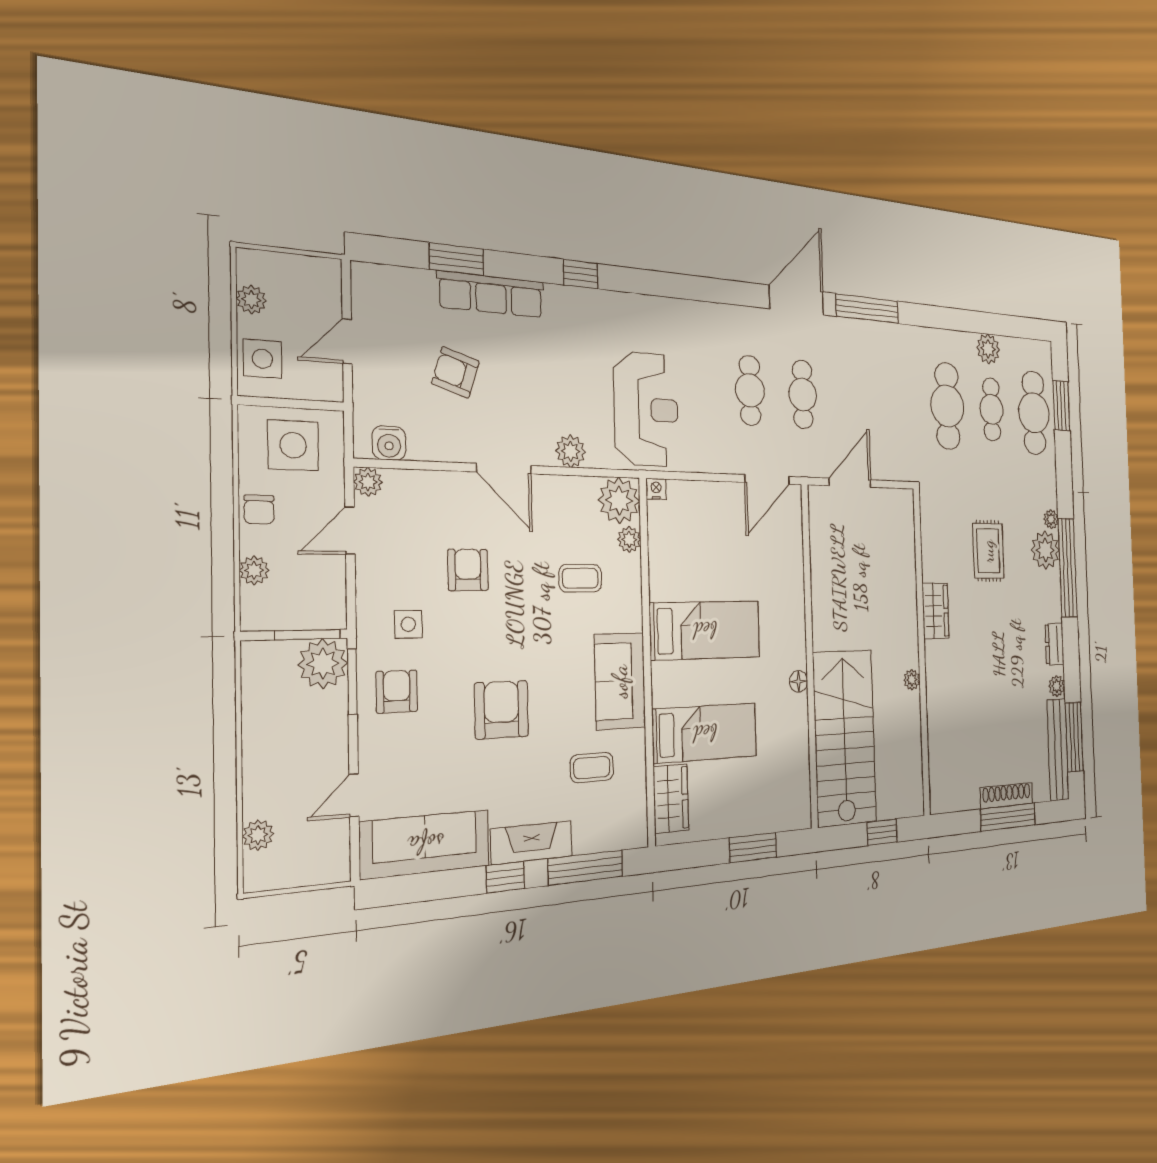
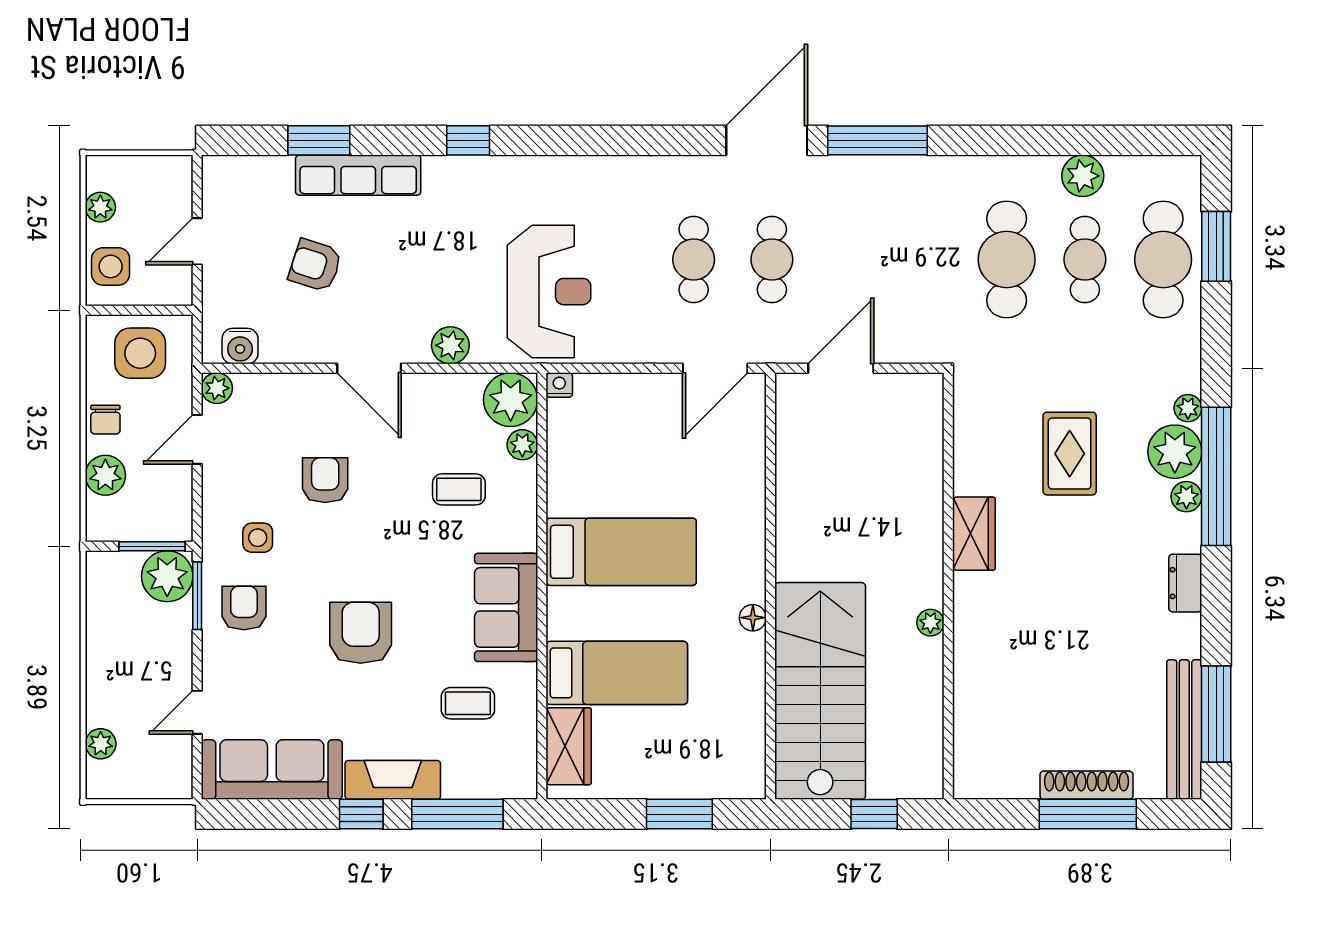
plant: (254, 570) -> (105, 475), width x1.38, depth x1.38
plant: (1057, 686) -> (1186, 497), moved

